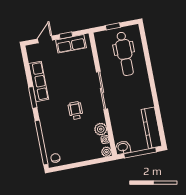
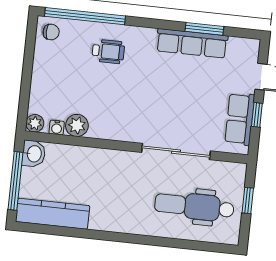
sliding door: (102, 90) -> (176, 152), moved
window: (33, 97) -> (204, 29), moved
wheelchair: (76, 111) -> (108, 51), moved

